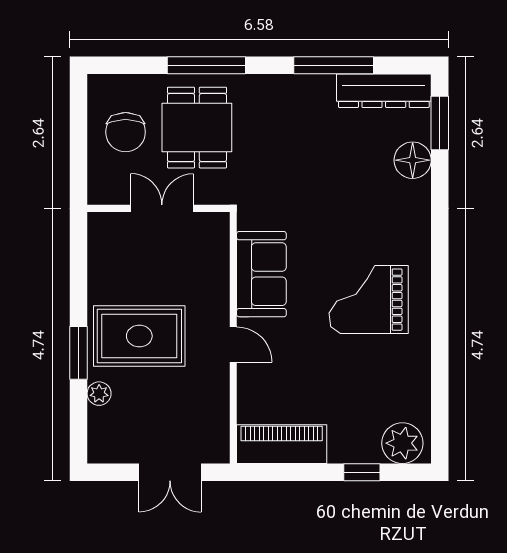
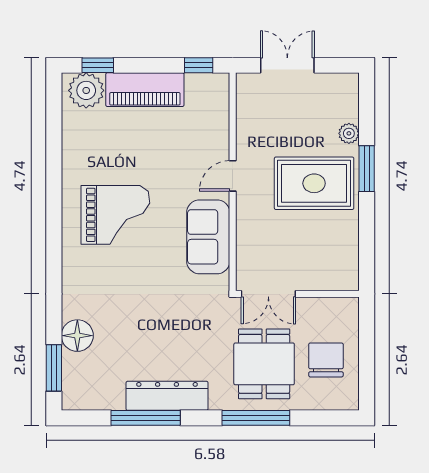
dresser: (384, 91) -> (167, 396), moved
double door: (162, 208) -> (268, 294), moved
door: (233, 345) -> (233, 176), hinge flipped
piano: (282, 444) -> (145, 90), moved
window: (273, 472) -> (199, 65), added
window: (362, 472) -> (98, 65), moved

